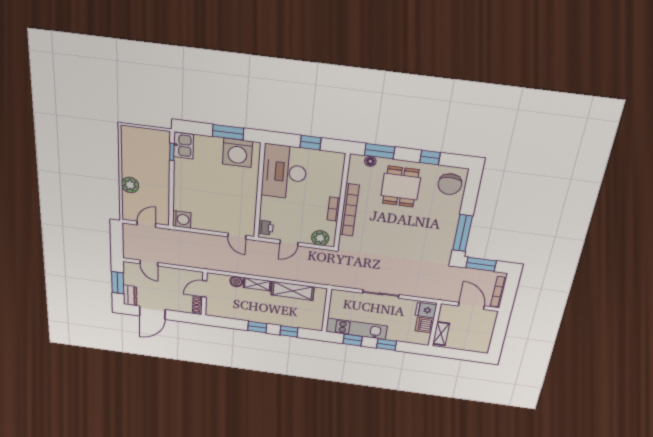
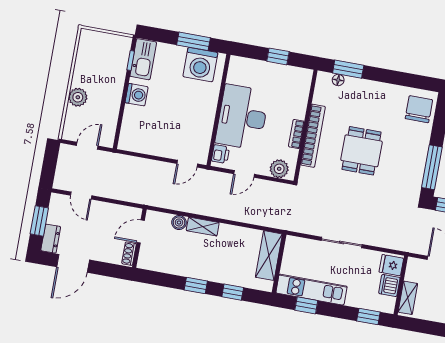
kitchen sink: (184, 146) -> (143, 59), width x1.38
window: (430, 158) -> (399, 78), removed
desk: (284, 172) -> (242, 117), moved
chair: (450, 184) -> (419, 109), turned 180
dining table: (401, 187) -> (362, 151), moved
washing machine: (182, 219) -> (137, 95), moved
door: (237, 236) -> (187, 164), hinge flipped
shelving: (293, 291) -> (269, 256), moved, turned 90
window: (386, 345) -> (368, 317), moved

